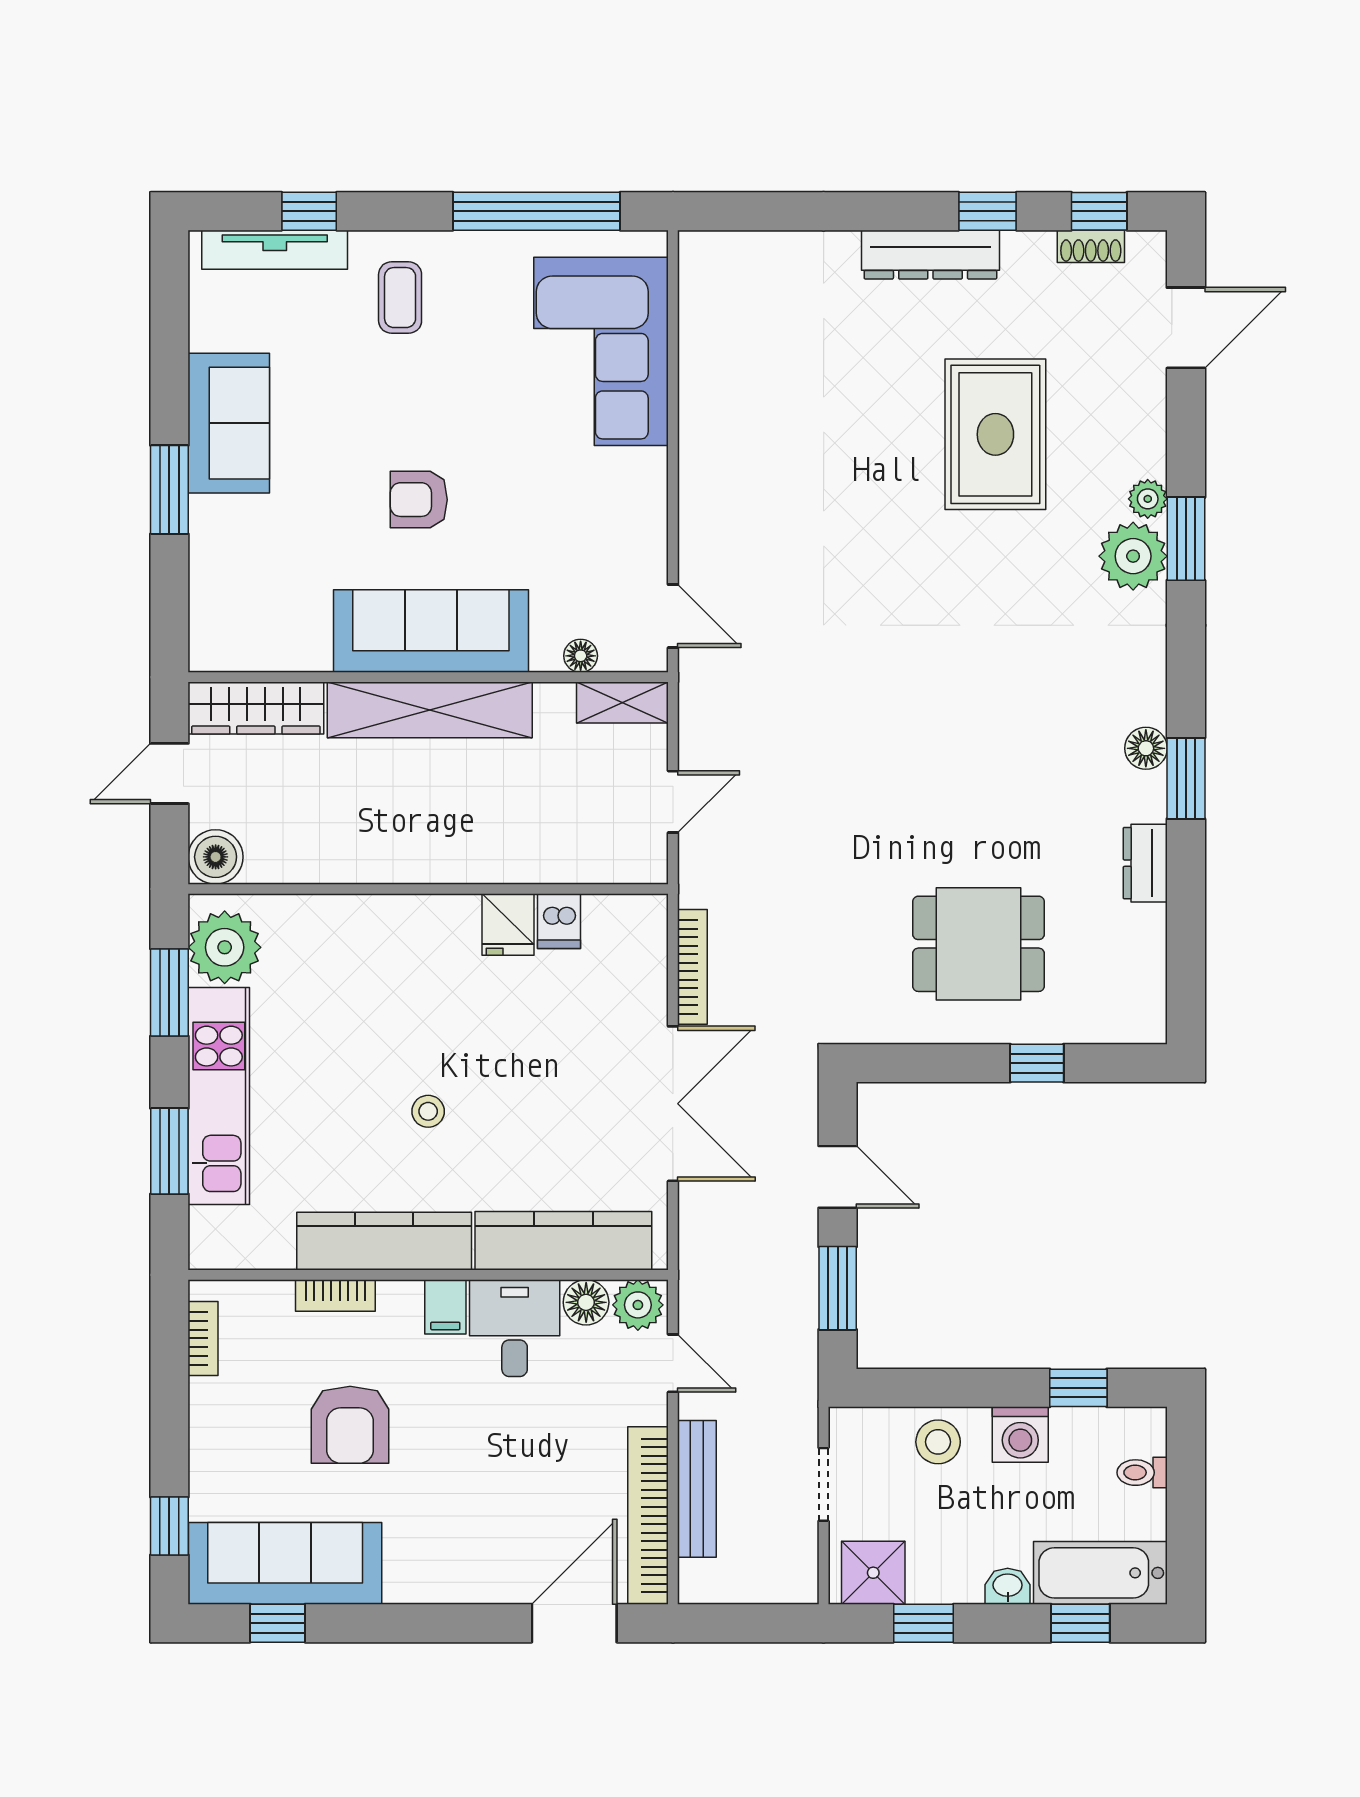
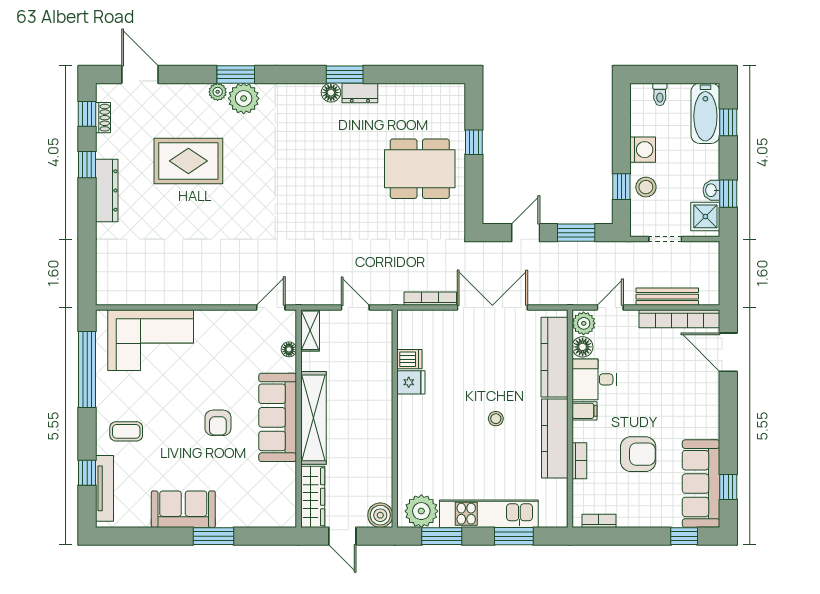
dresser: (1145, 863) -> (360, 93), moved
dining table: (979, 944) -> (420, 169), width x1.38
window: (1078, 1388) -> (621, 187), moved
washbasin: (1008, 1586) -> (711, 190), moved

